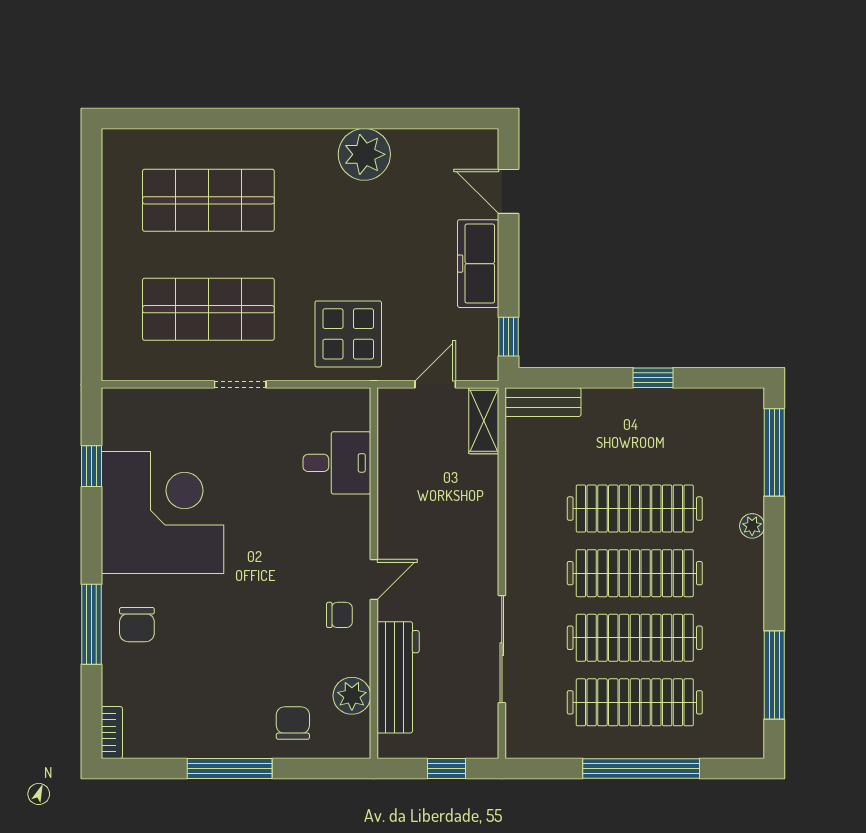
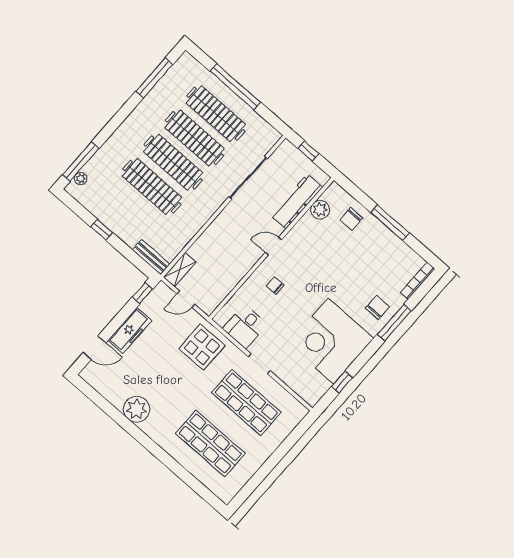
door: (508, 191) -> (95, 348), hinge flipped
desk: (337, 463) -> (245, 327), moved, turned -90
plant: (752, 526) -> (81, 179), moved
chair: (339, 615) -> (275, 285), moved
bookcase: (112, 733) -> (418, 281), width x1.56

